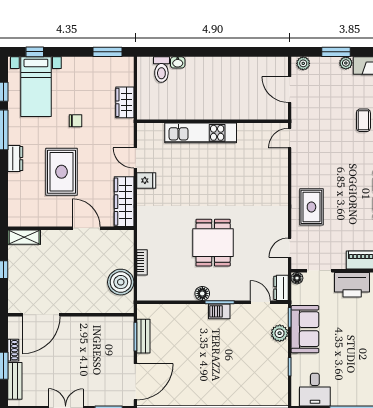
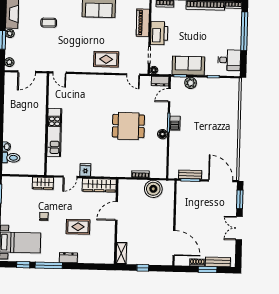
wardrobe: (125, 102) -> (43, 183), moved
rug: (61, 172) -> (78, 227), width x0.73, depth x0.70

